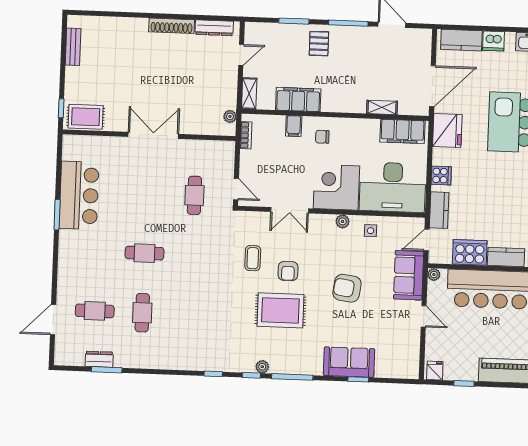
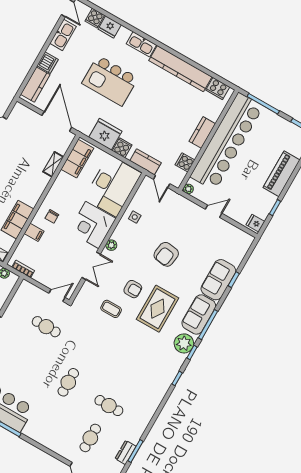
fridge: (447, 131) -> (105, 134), moved
plant: (343, 221) -> (111, 245), moved
cooker: (470, 252) -> (185, 162), width x0.53, depth x0.76
sofa: (409, 275) -> (199, 315), moved, turned 90
plant: (262, 367) -> (184, 343), width x1.87, depth x1.87

